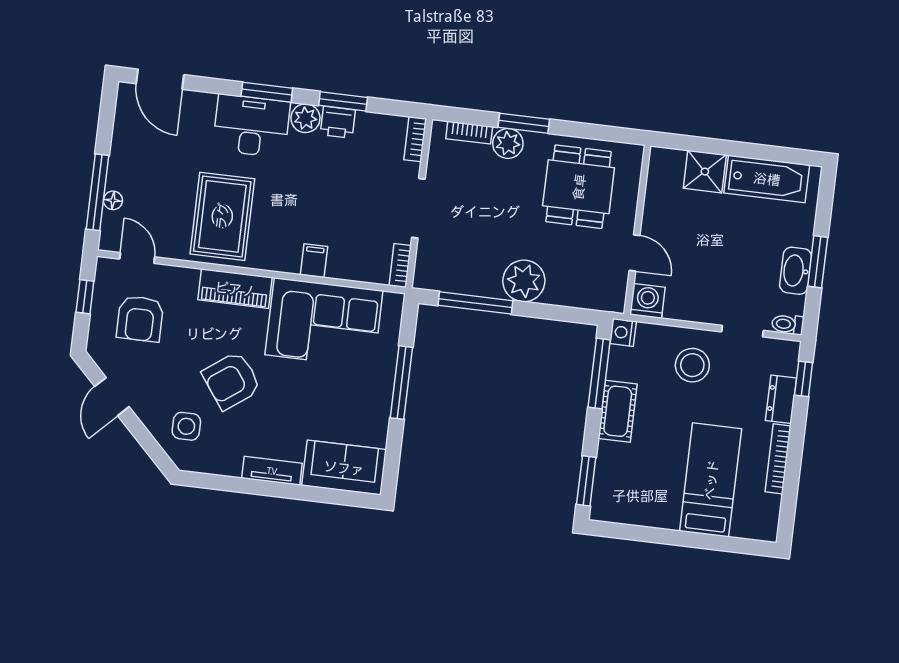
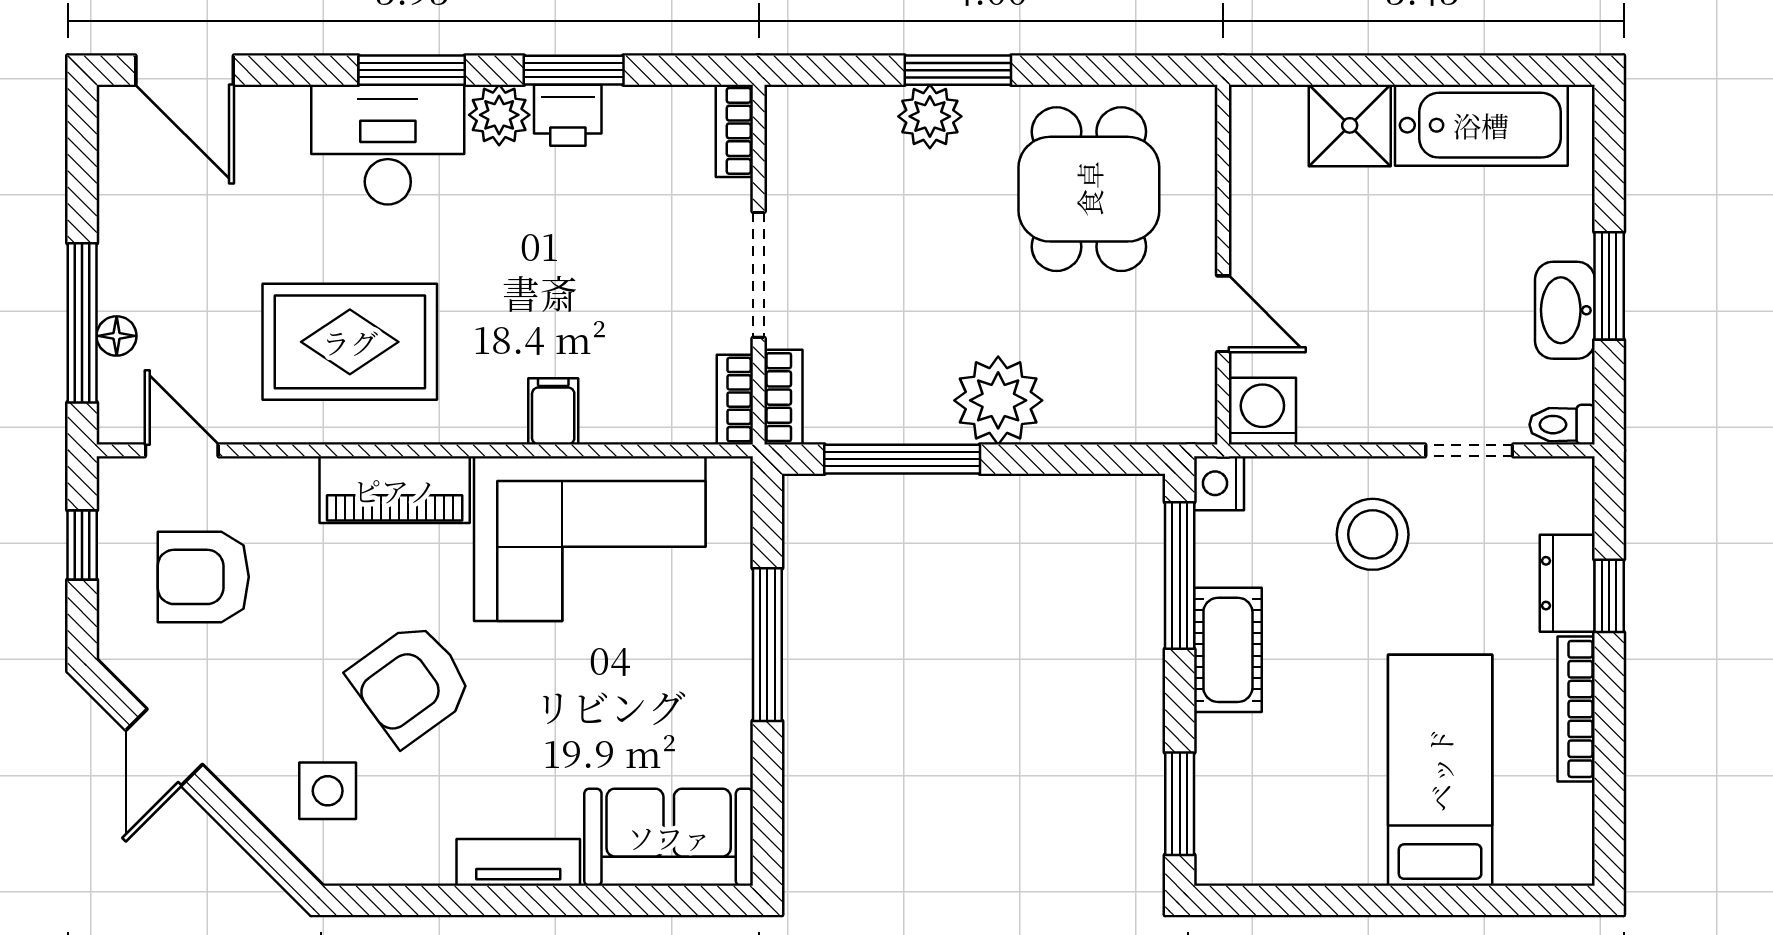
bookcase: (469, 133) -> (783, 397), moved, turned -90
rug: (222, 216) -> (350, 342), turned 90
armchair: (140, 319) -> (203, 577), turned 90
window: (804, 379) -> (1609, 596), moved

